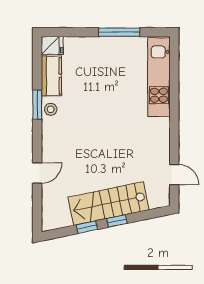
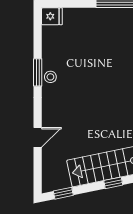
kitchen counter: (51, 76) -> (51, 45), removed
window: (87, 227) -> (63, 193), moved

